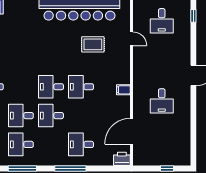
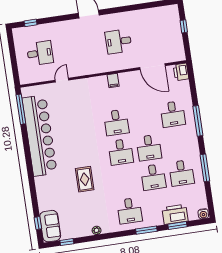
rug: (93, 44) -> (85, 179), moved
desk: (162, 101) -> (118, 41), turned 180

